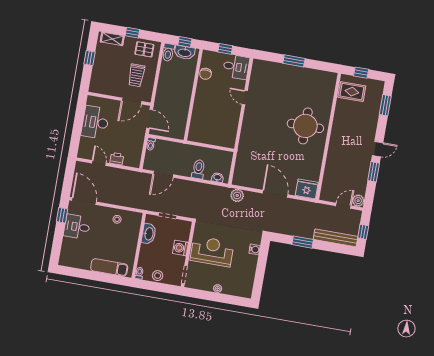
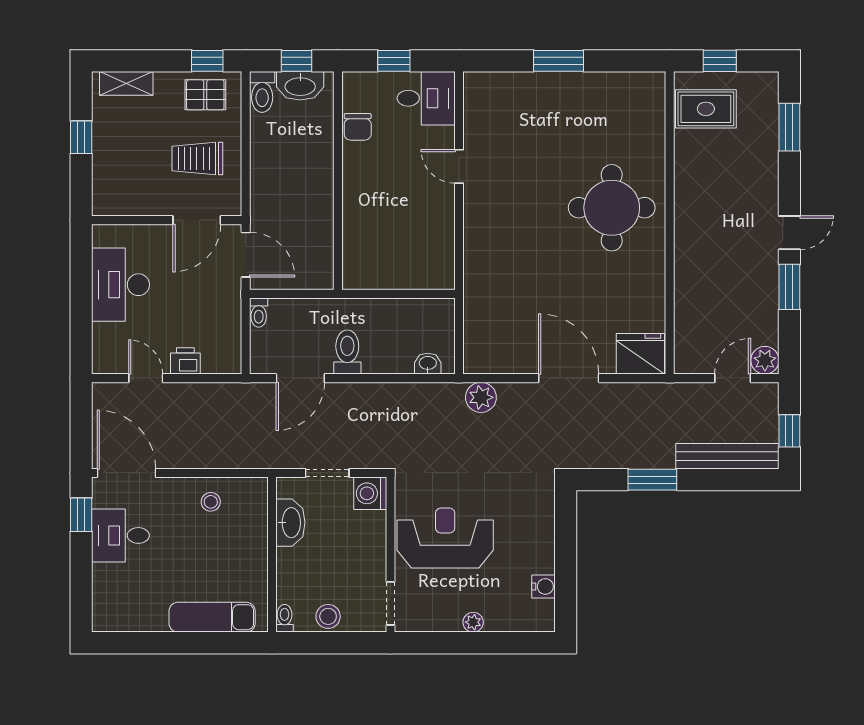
window: (132, 33) -> (207, 61), moved
trolley: (136, 75) -> (197, 159), turned 90
toilet: (198, 169) -> (347, 352), moved
washing machine: (180, 248) -> (370, 493), moved
water cooler: (255, 249) -> (543, 586), moved

